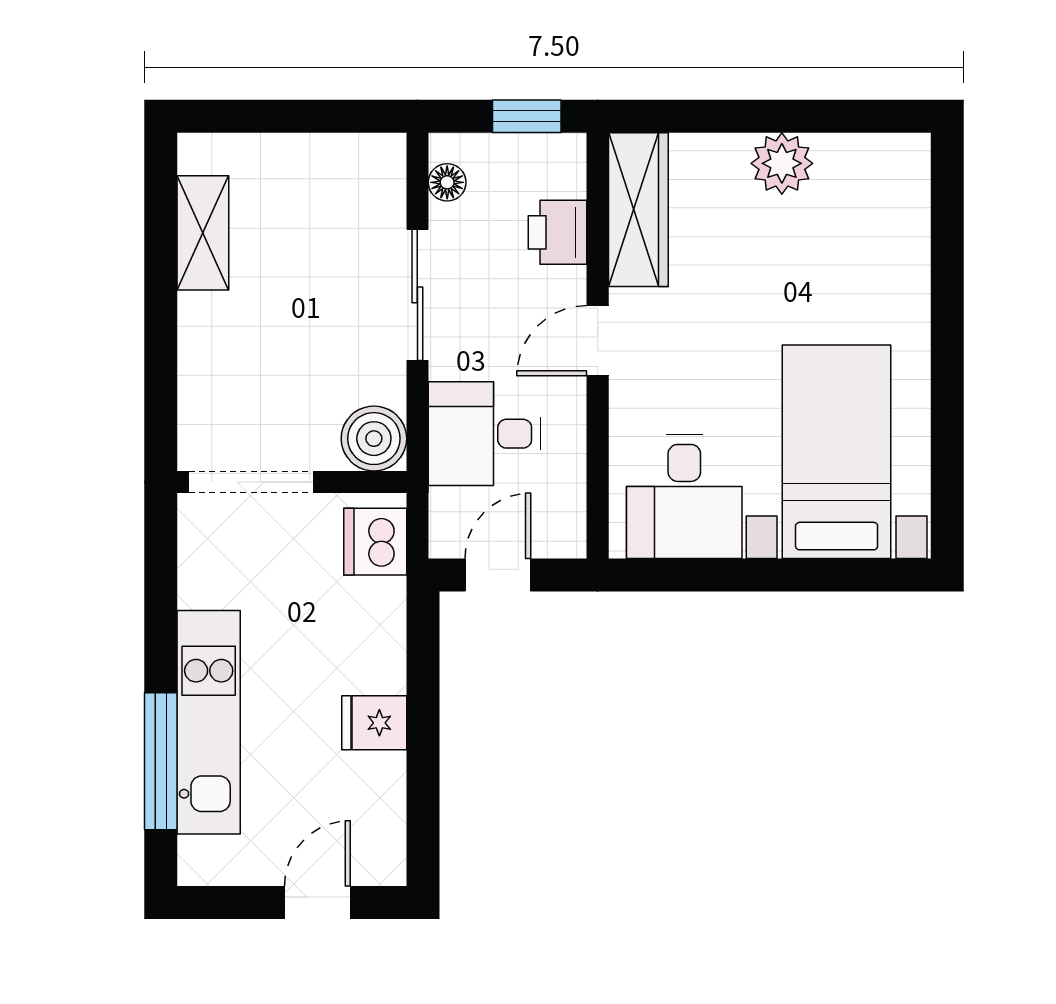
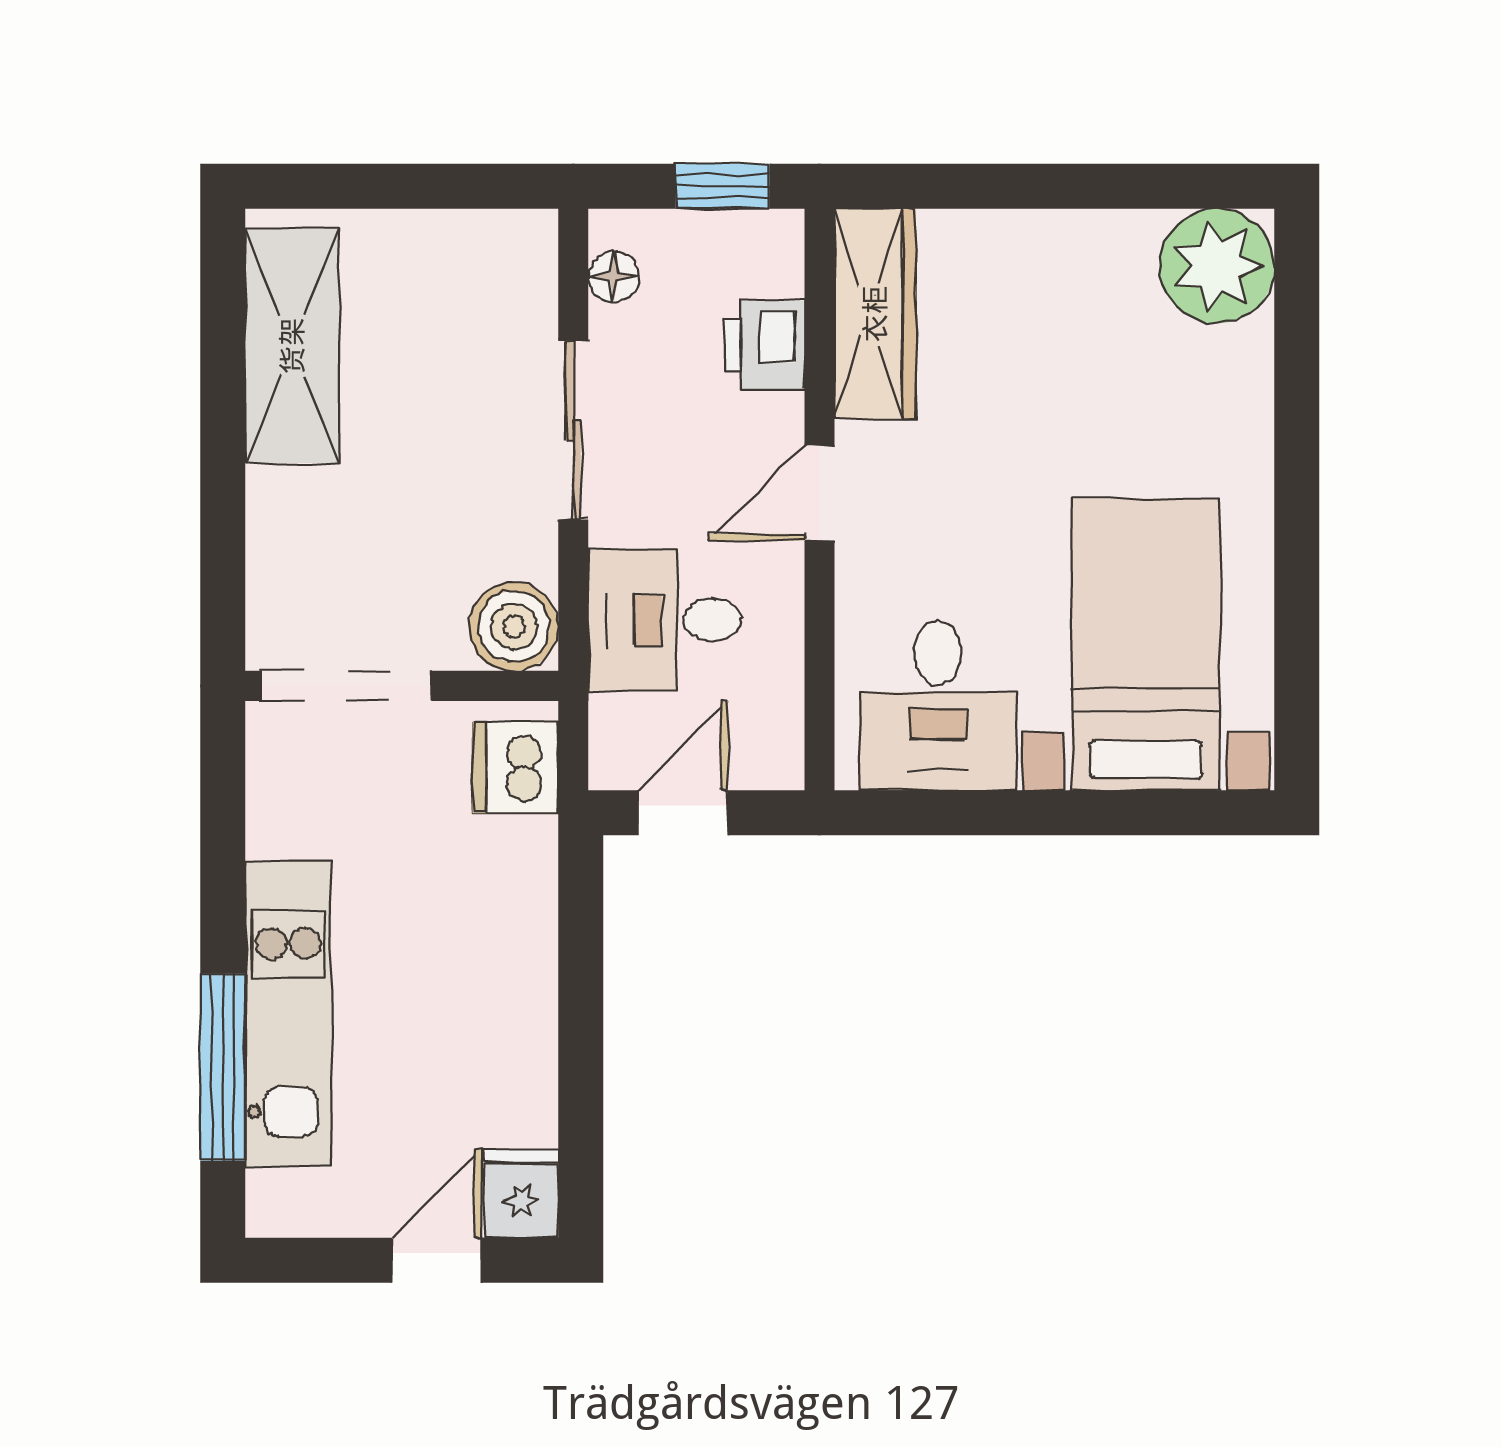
plant: (782, 163) -> (1217, 266), moved, width x1.36, depth x1.36
shelving: (203, 233) -> (292, 346), width x1.50, depth x1.33
fridge: (374, 723) -> (521, 1194), moved, turned 90

